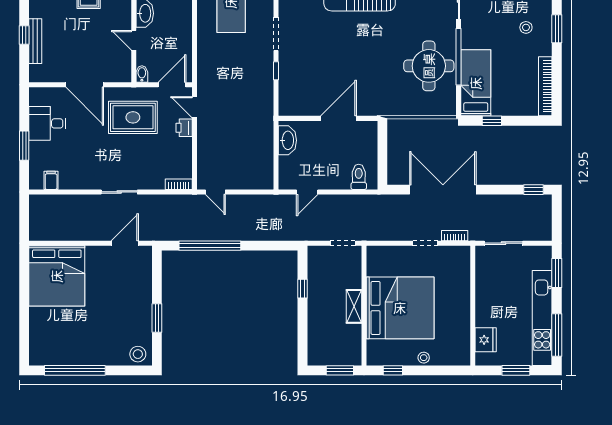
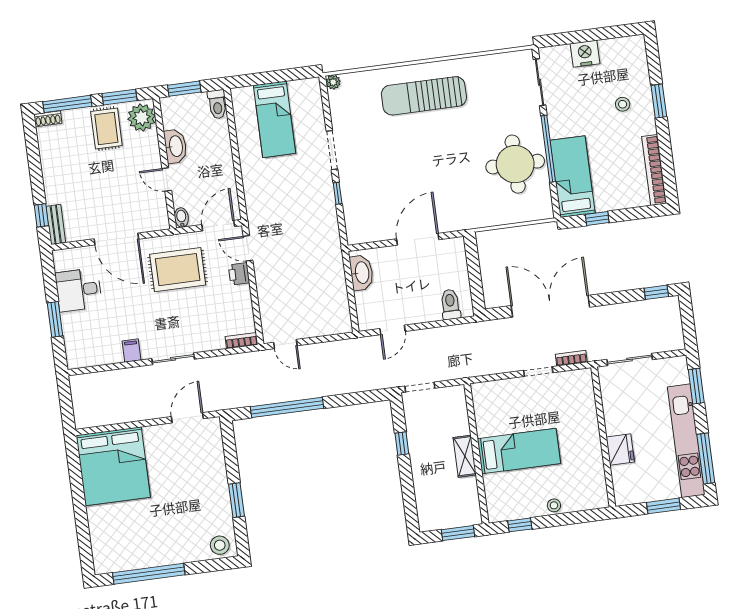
window: (24, 35) -> (41, 215), moved
bench: (35, 41) -> (56, 224), moved, width x0.73
filing cabinet: (51, 180) -> (132, 350), moved
doorway: (343, 243) -> (420, 387), moved
bed: (400, 308) -> (519, 451), width x0.49
fridge: (486, 340) -> (620, 450), moved

